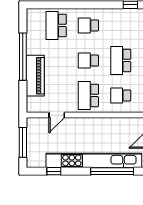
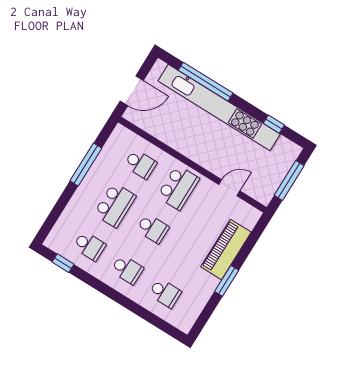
school desk: (56, 25) -> (165, 293), width x0.54
school desk: (121, 25) -> (89, 246), added
window: (23, 57) -> (227, 281), width x0.47

